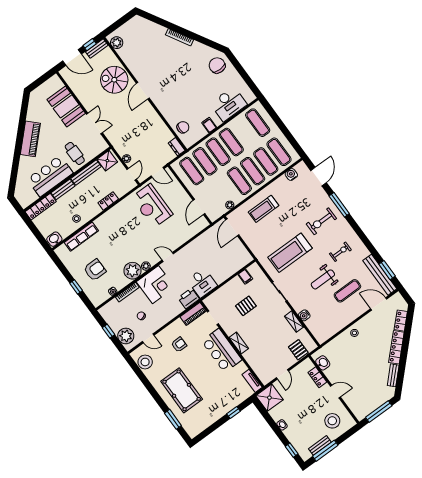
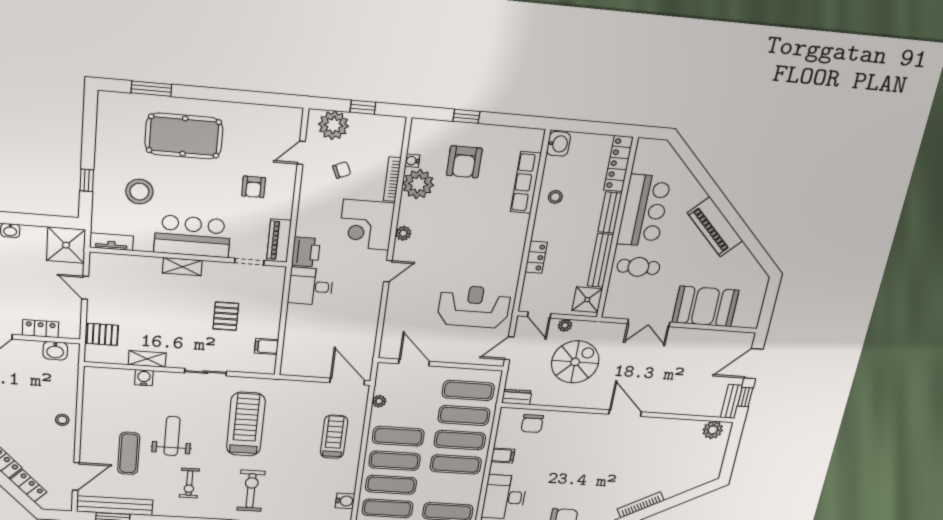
spiral stairs: (114, 80) -> (575, 362), moved
plant: (132, 271) -> (418, 184), moved
stool: (145, 362) -> (139, 192), moved

